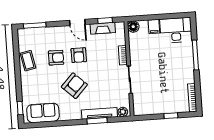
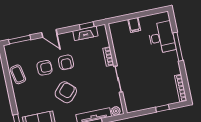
door: (77, 22) -> (49, 33), moved
floor lamp: (133, 27) -> (114, 28), removed
desk: (176, 30) -> (162, 37), moved, turned 90

